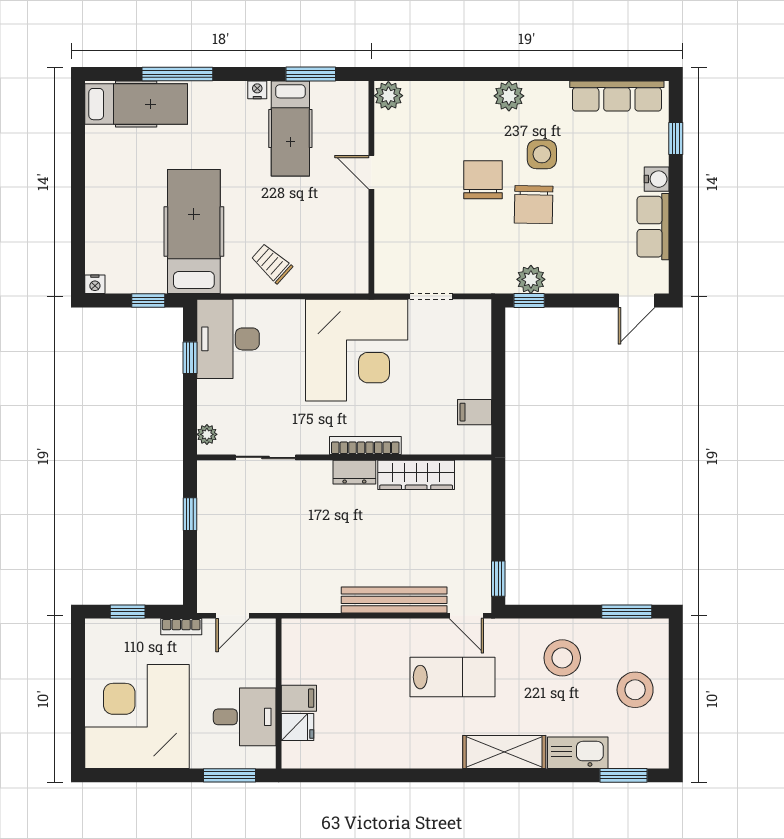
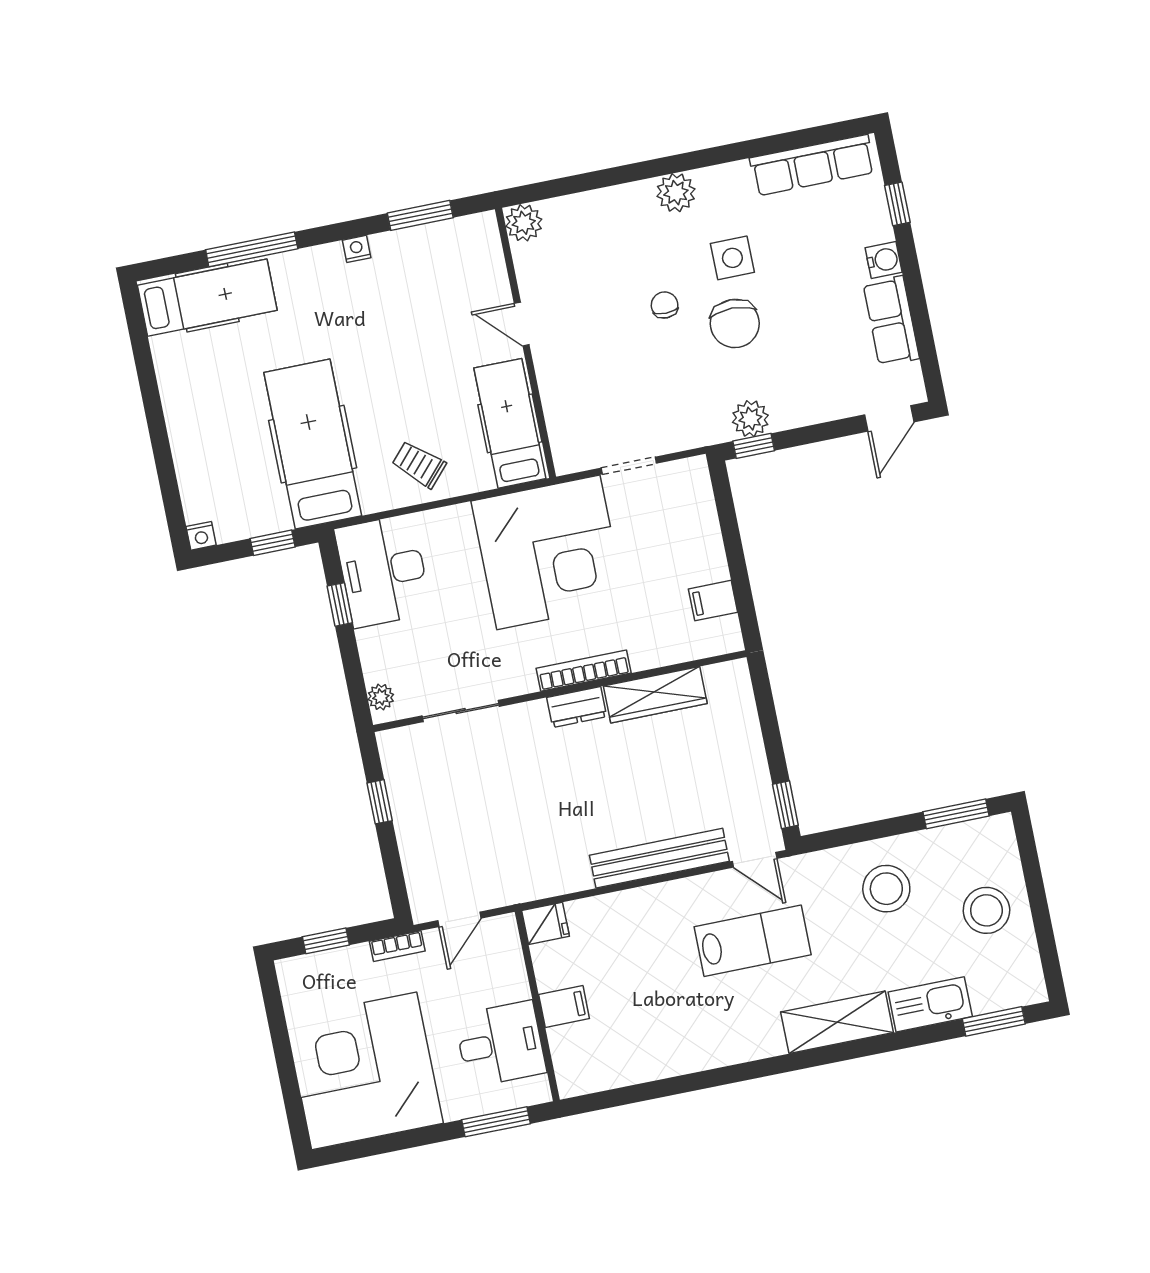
hospital bed: (290, 129) -> (510, 423), moved, turned 180
chair: (483, 180) -> (665, 305), width x0.54, depth x0.54
fridge: (298, 727) -> (545, 923), moved

